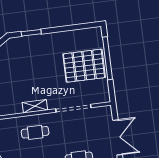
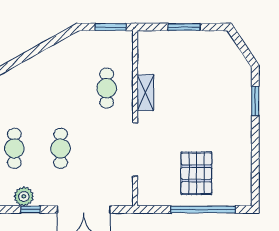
pallet: (84, 66) -> (196, 173), width x0.73, depth x0.71

